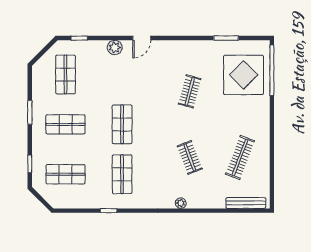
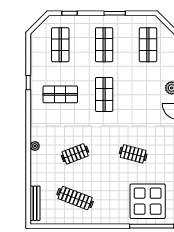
shop shelf: (66, 74) -> (148, 45), turned 90
shop shelf: (122, 124) -> (104, 94), turned 90

